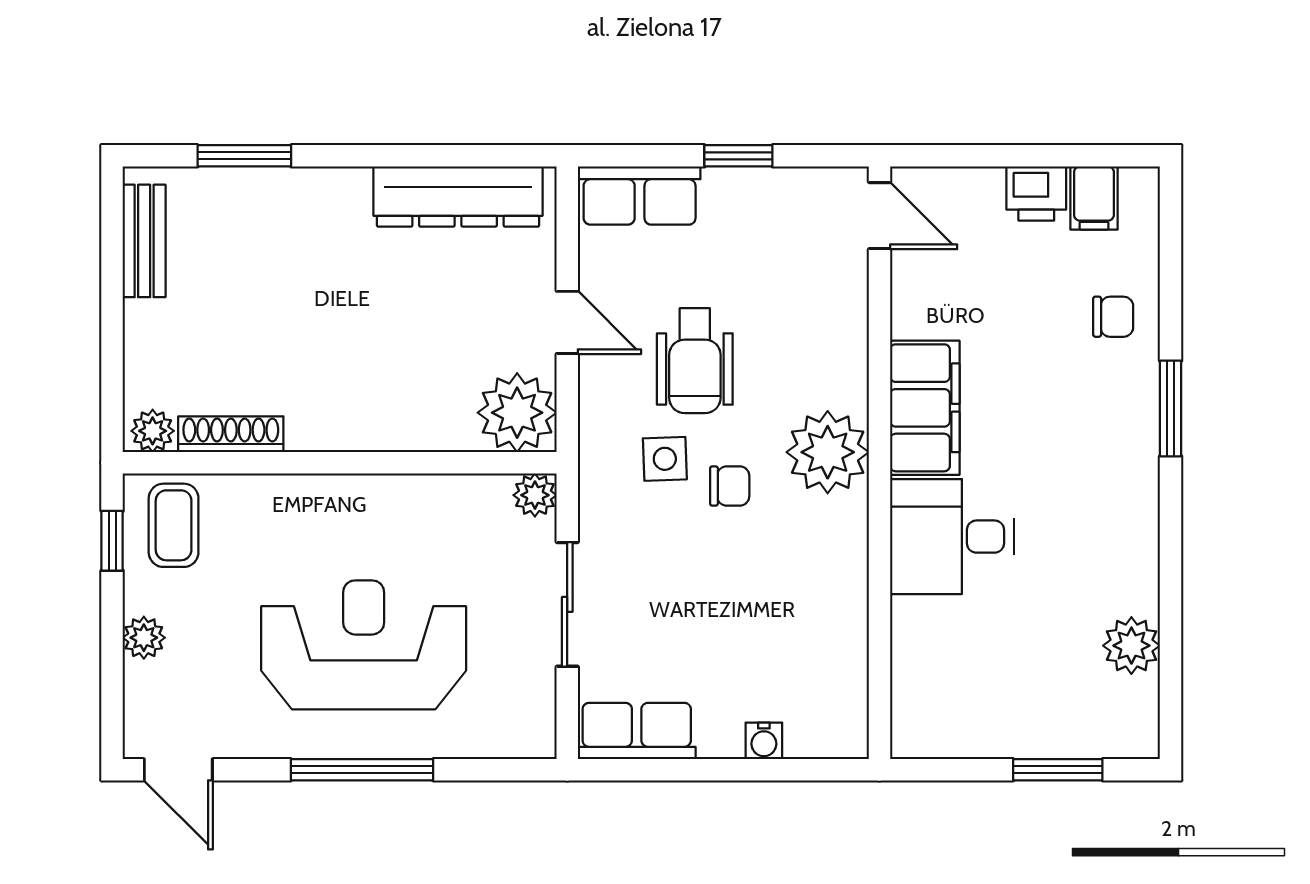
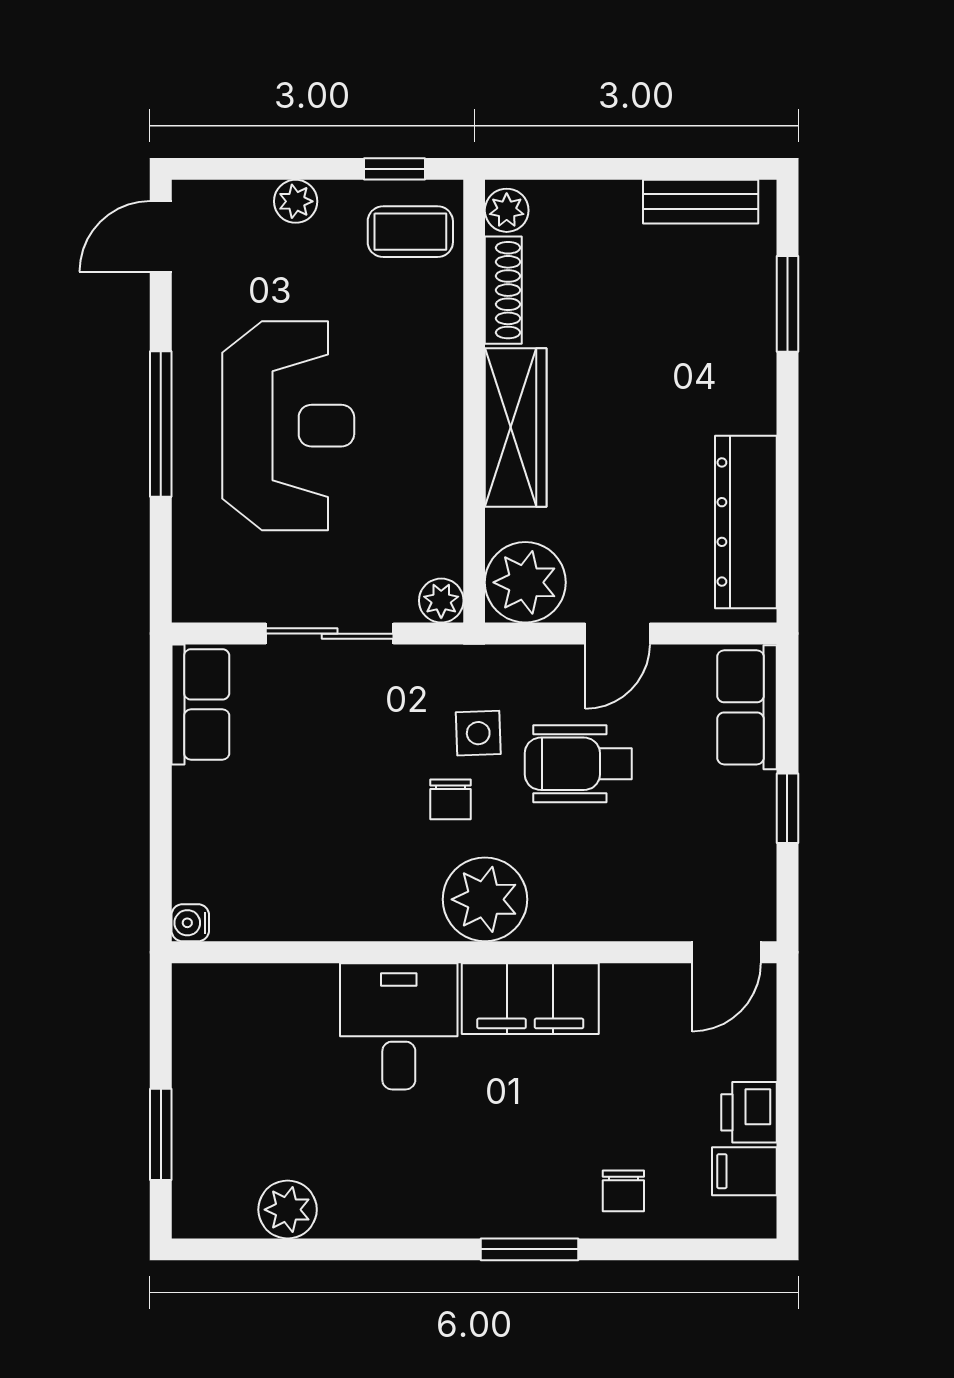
wardrobe: (365, 422) -> (516, 428), added
water cooler: (764, 741) -> (190, 923), moved

